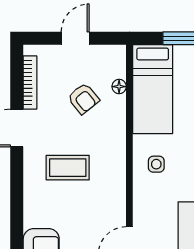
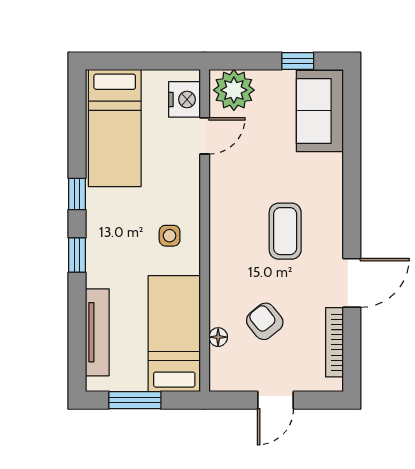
coffee table: (68, 168) -> (285, 231), turned 90

